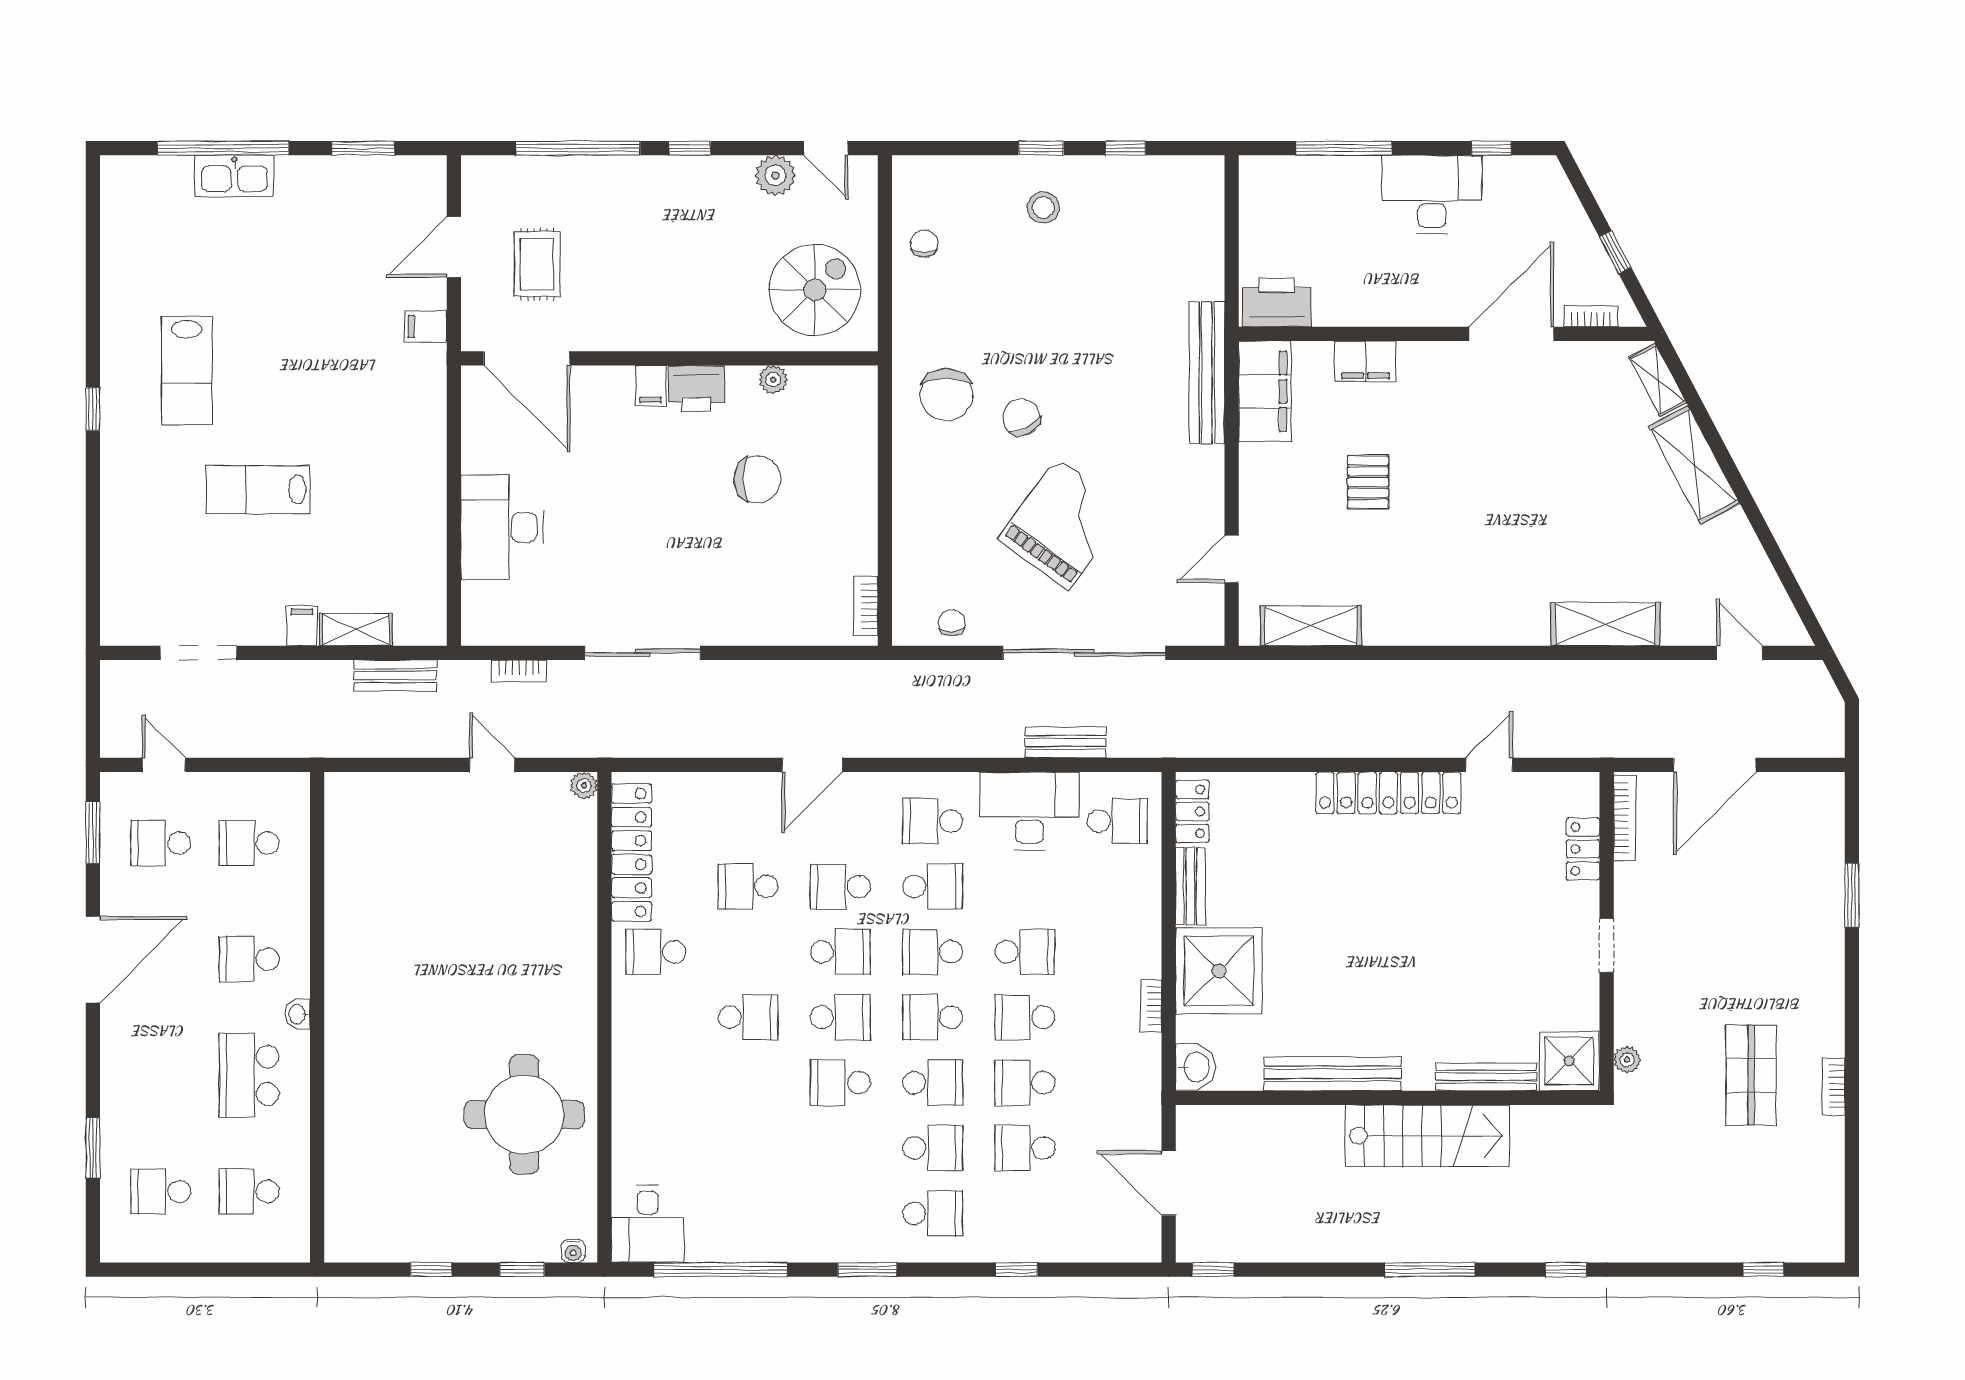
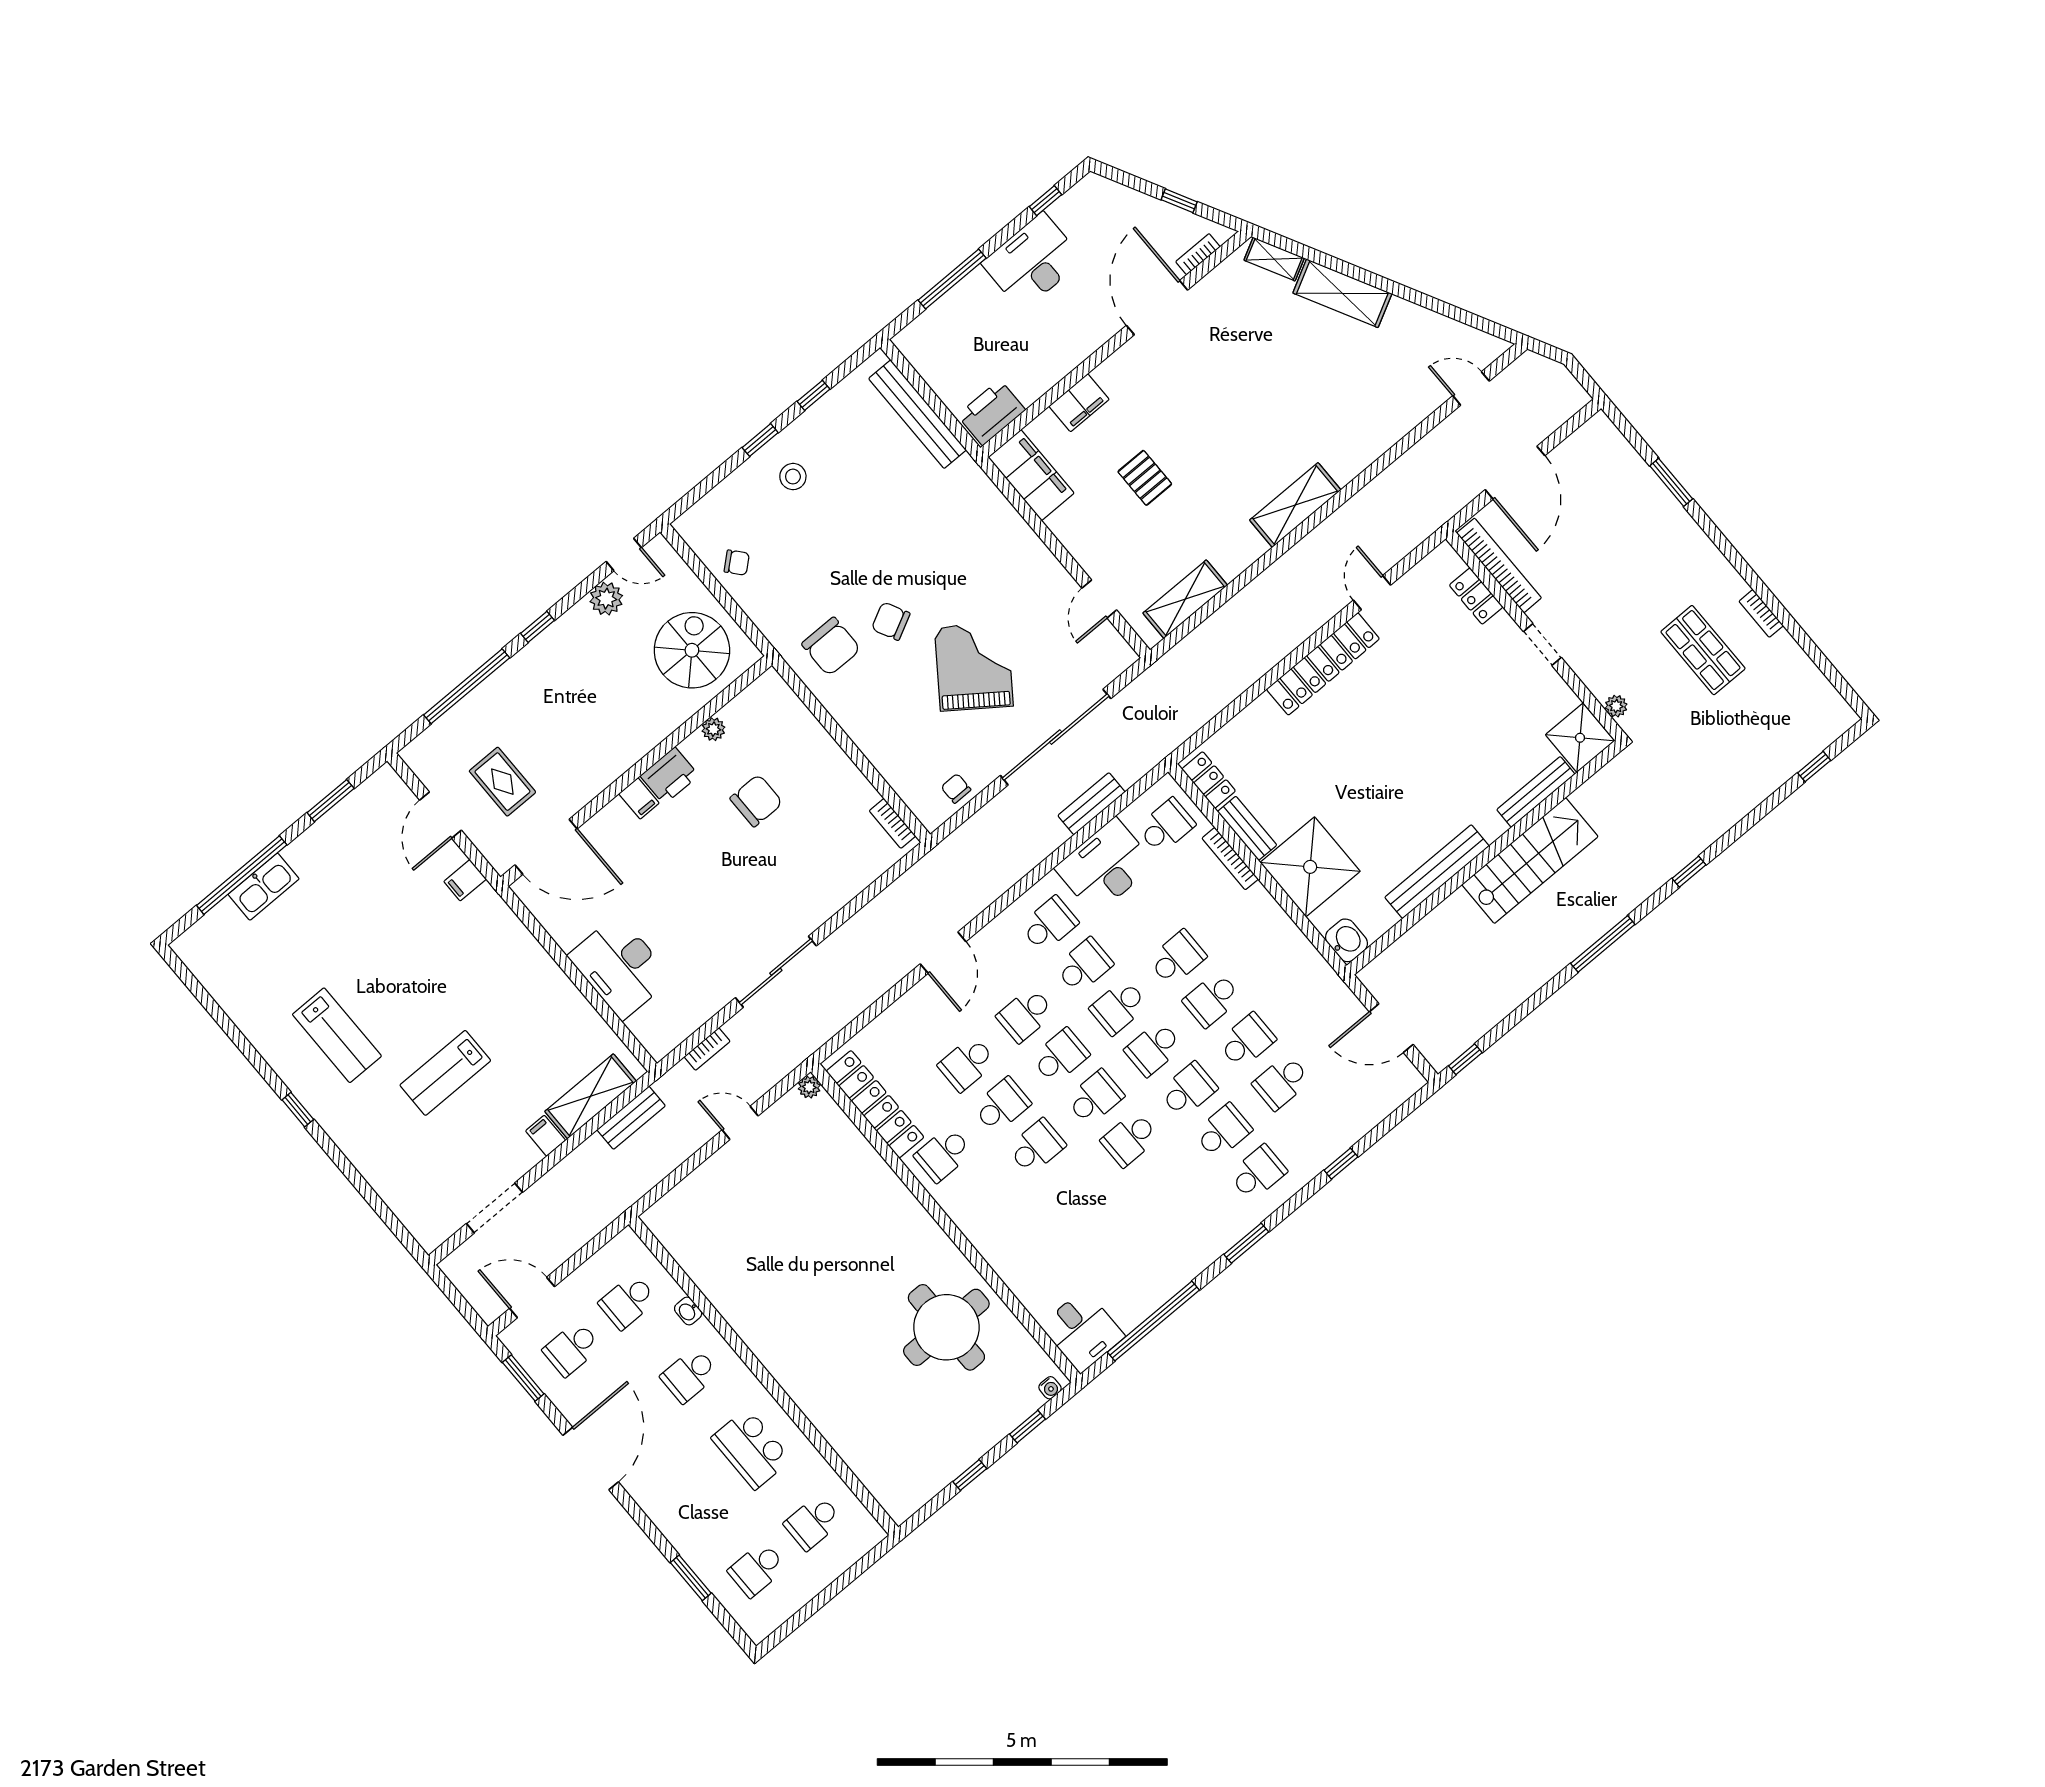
chair: (924, 243) -> (737, 563), turned 139
bench: (1207, 373) -> (917, 414), moved
shelving: (1606, 624) -> (1295, 505), moved
shelving: (356, 630) -> (591, 1096), width x1.50, depth x1.33
door: (164, 765) -> (532, 1297), width x1.38
bookcase: (1625, 818) -> (1499, 565), width x1.48, depth x1.31
school desk: (933, 821) -> (1049, 924), turned 180
school desk: (748, 952) -> (1002, 1105), added
bookcase: (1151, 1006) -> (1230, 859), moved, width x1.56
washbasin: (298, 1014) -> (688, 1311), moved
school desk: (1025, 1083) -> (1247, 1041), turned 180

